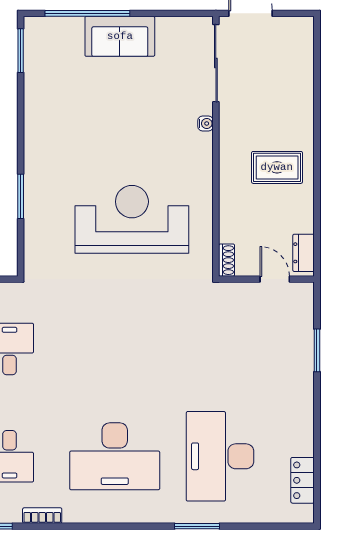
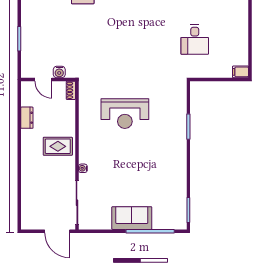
rug: (277, 167) -> (58, 146), moved
reception desk: (132, 219) -> (125, 114), width x0.74, depth x0.77
dresser: (304, 253) -> (27, 118), moved
water cooler: (247, 292) -> (59, 72), added

